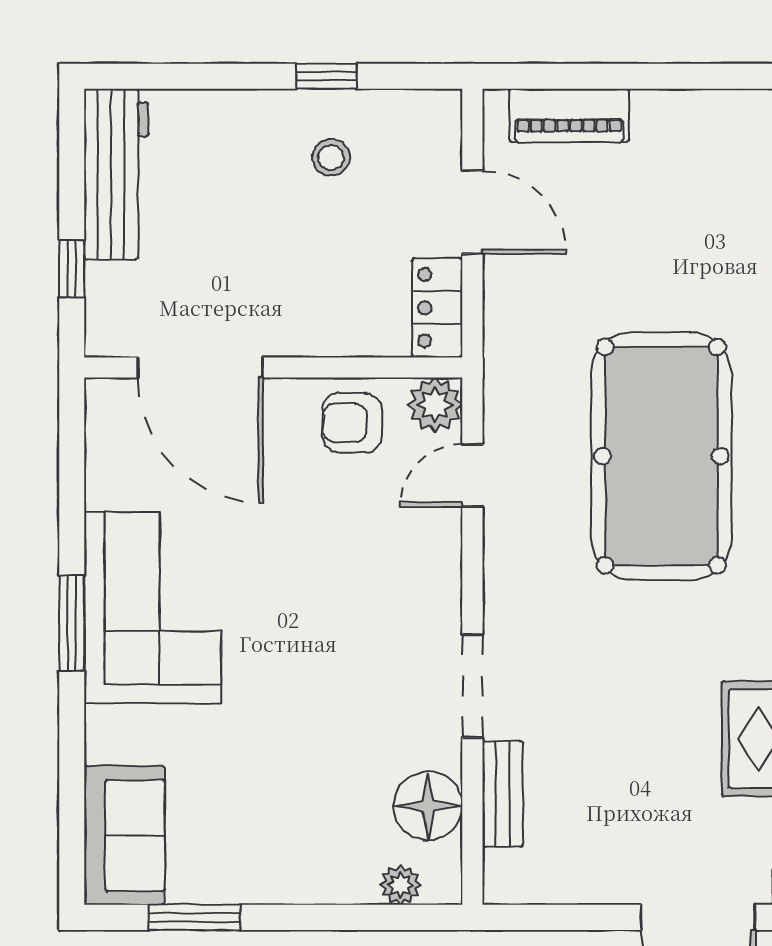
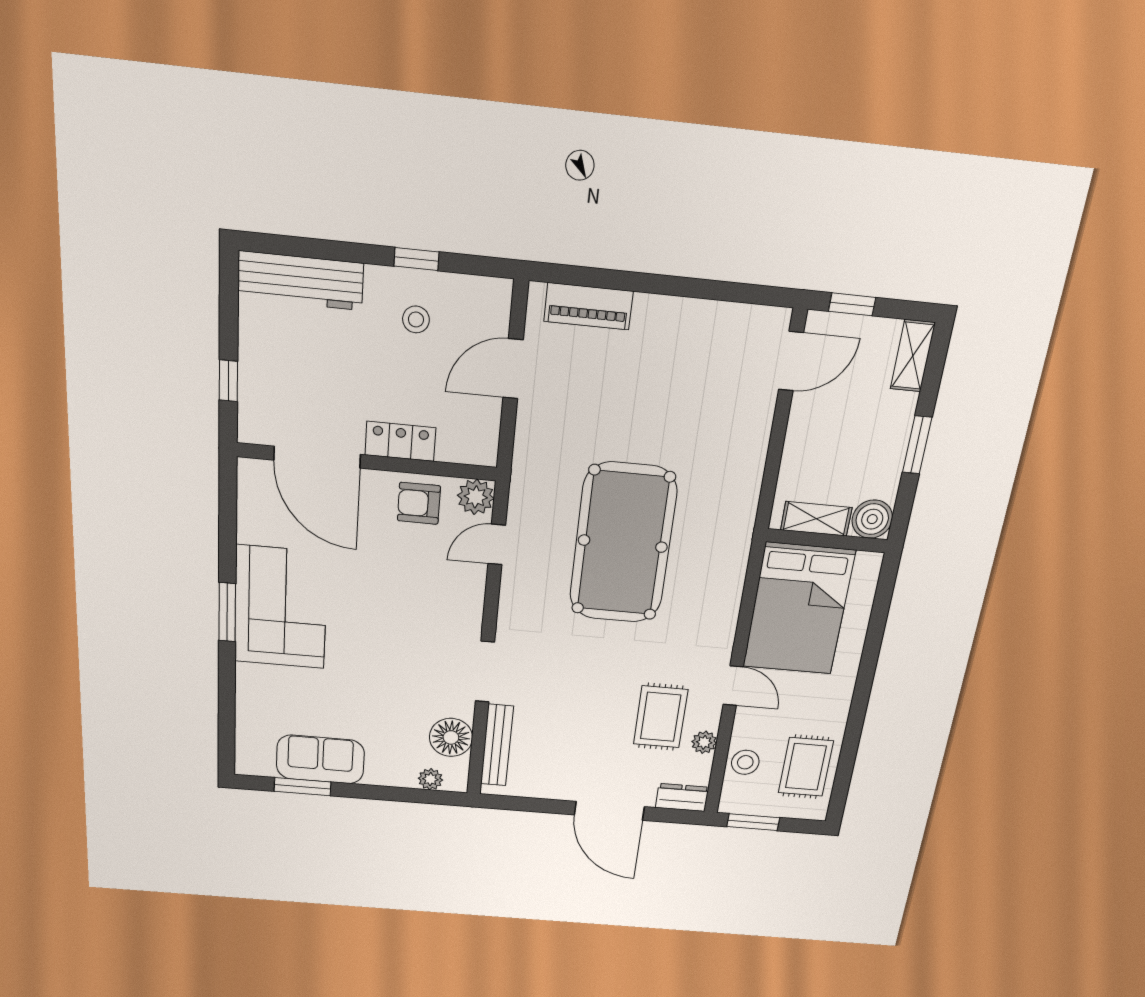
workbench: (116, 174) -> (301, 281), moved, turned 90
door: (472, 212) -> (513, 369), swing flipped
locker: (437, 308) -> (400, 441), moved, turned 90
bench: (503, 794) -> (497, 745), width x1.36
sofa: (124, 835) -> (320, 759), moved, turned -90

